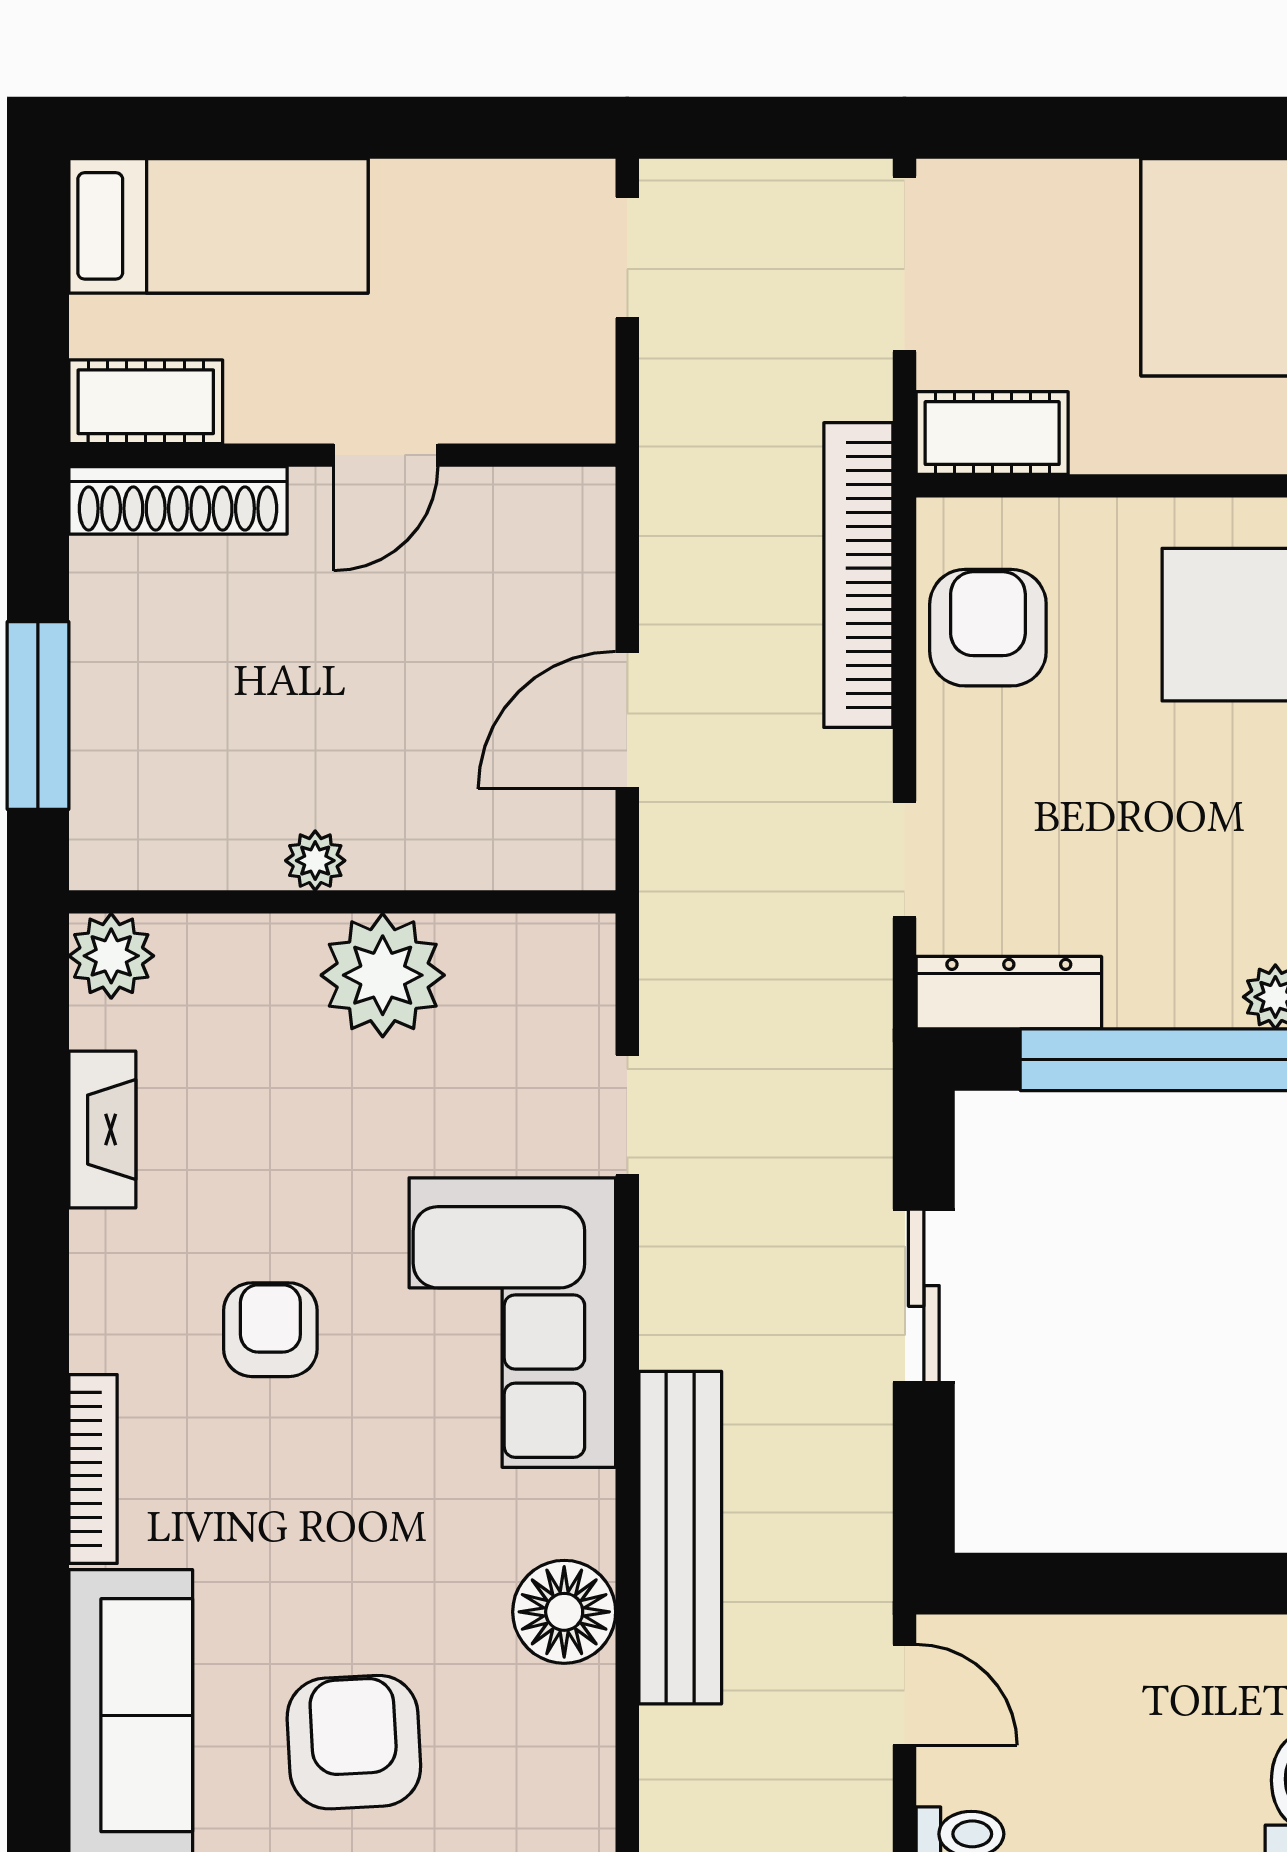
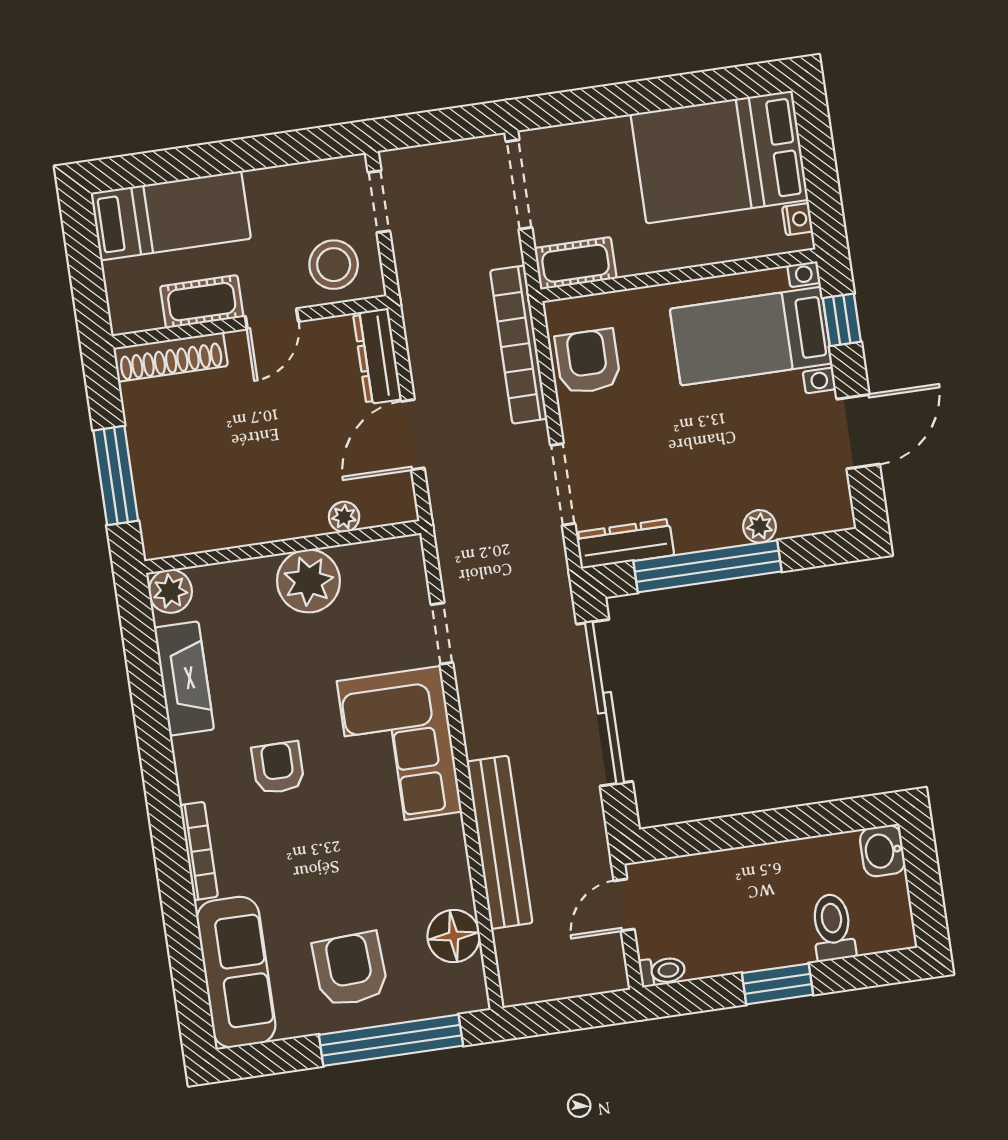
stool: (521, 367) -> (334, 265), added
cot: (146, 402) -> (202, 302), moved
dresser: (580, 558) -> (377, 357), added
doorway: (905, 859) -> (563, 484), width x1.38
plant: (315, 861) -> (344, 517), moved
fireplace: (102, 1130) -> (184, 679), width x1.37, depth x1.32
sliding door: (924, 1296) -> (605, 703), width x1.86
floor lamp: (564, 1612) -> (454, 936), moved
door: (905, 1695) -> (624, 905), swing flipped

